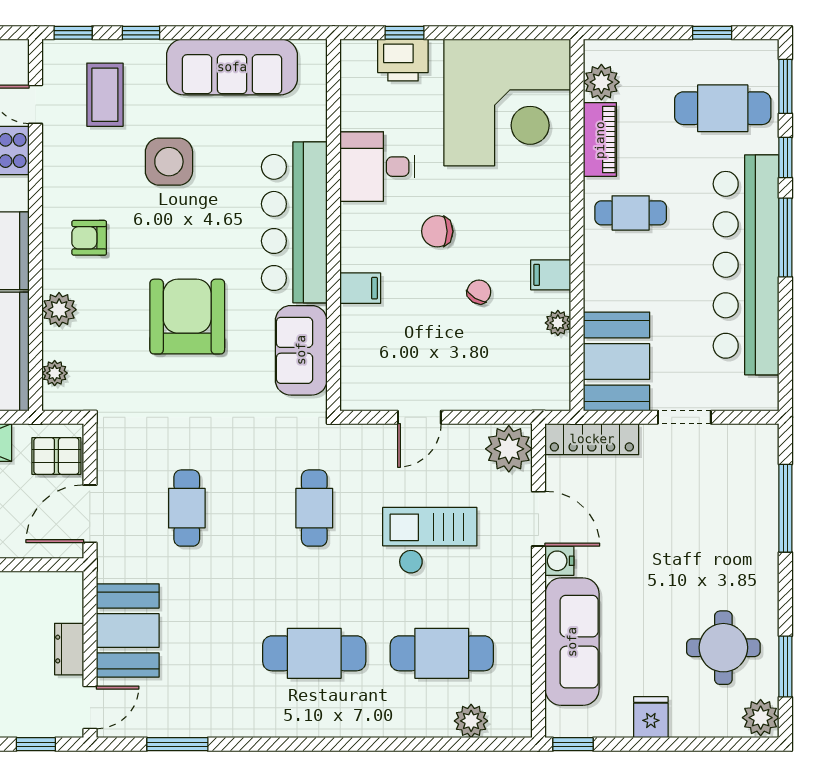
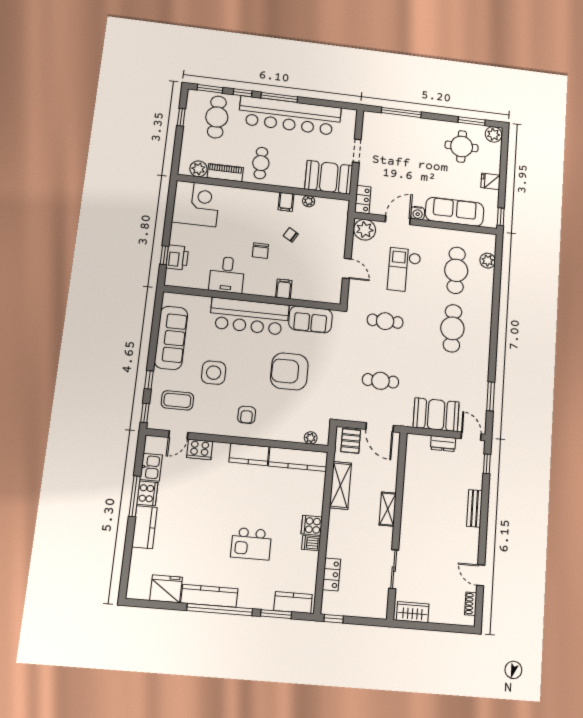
corner desk: (507, 102) -> (196, 204), width x0.74, depth x0.74
plant: (59, 310) -> (280, 433), removed
locker: (592, 439) -> (363, 200), width x0.66

